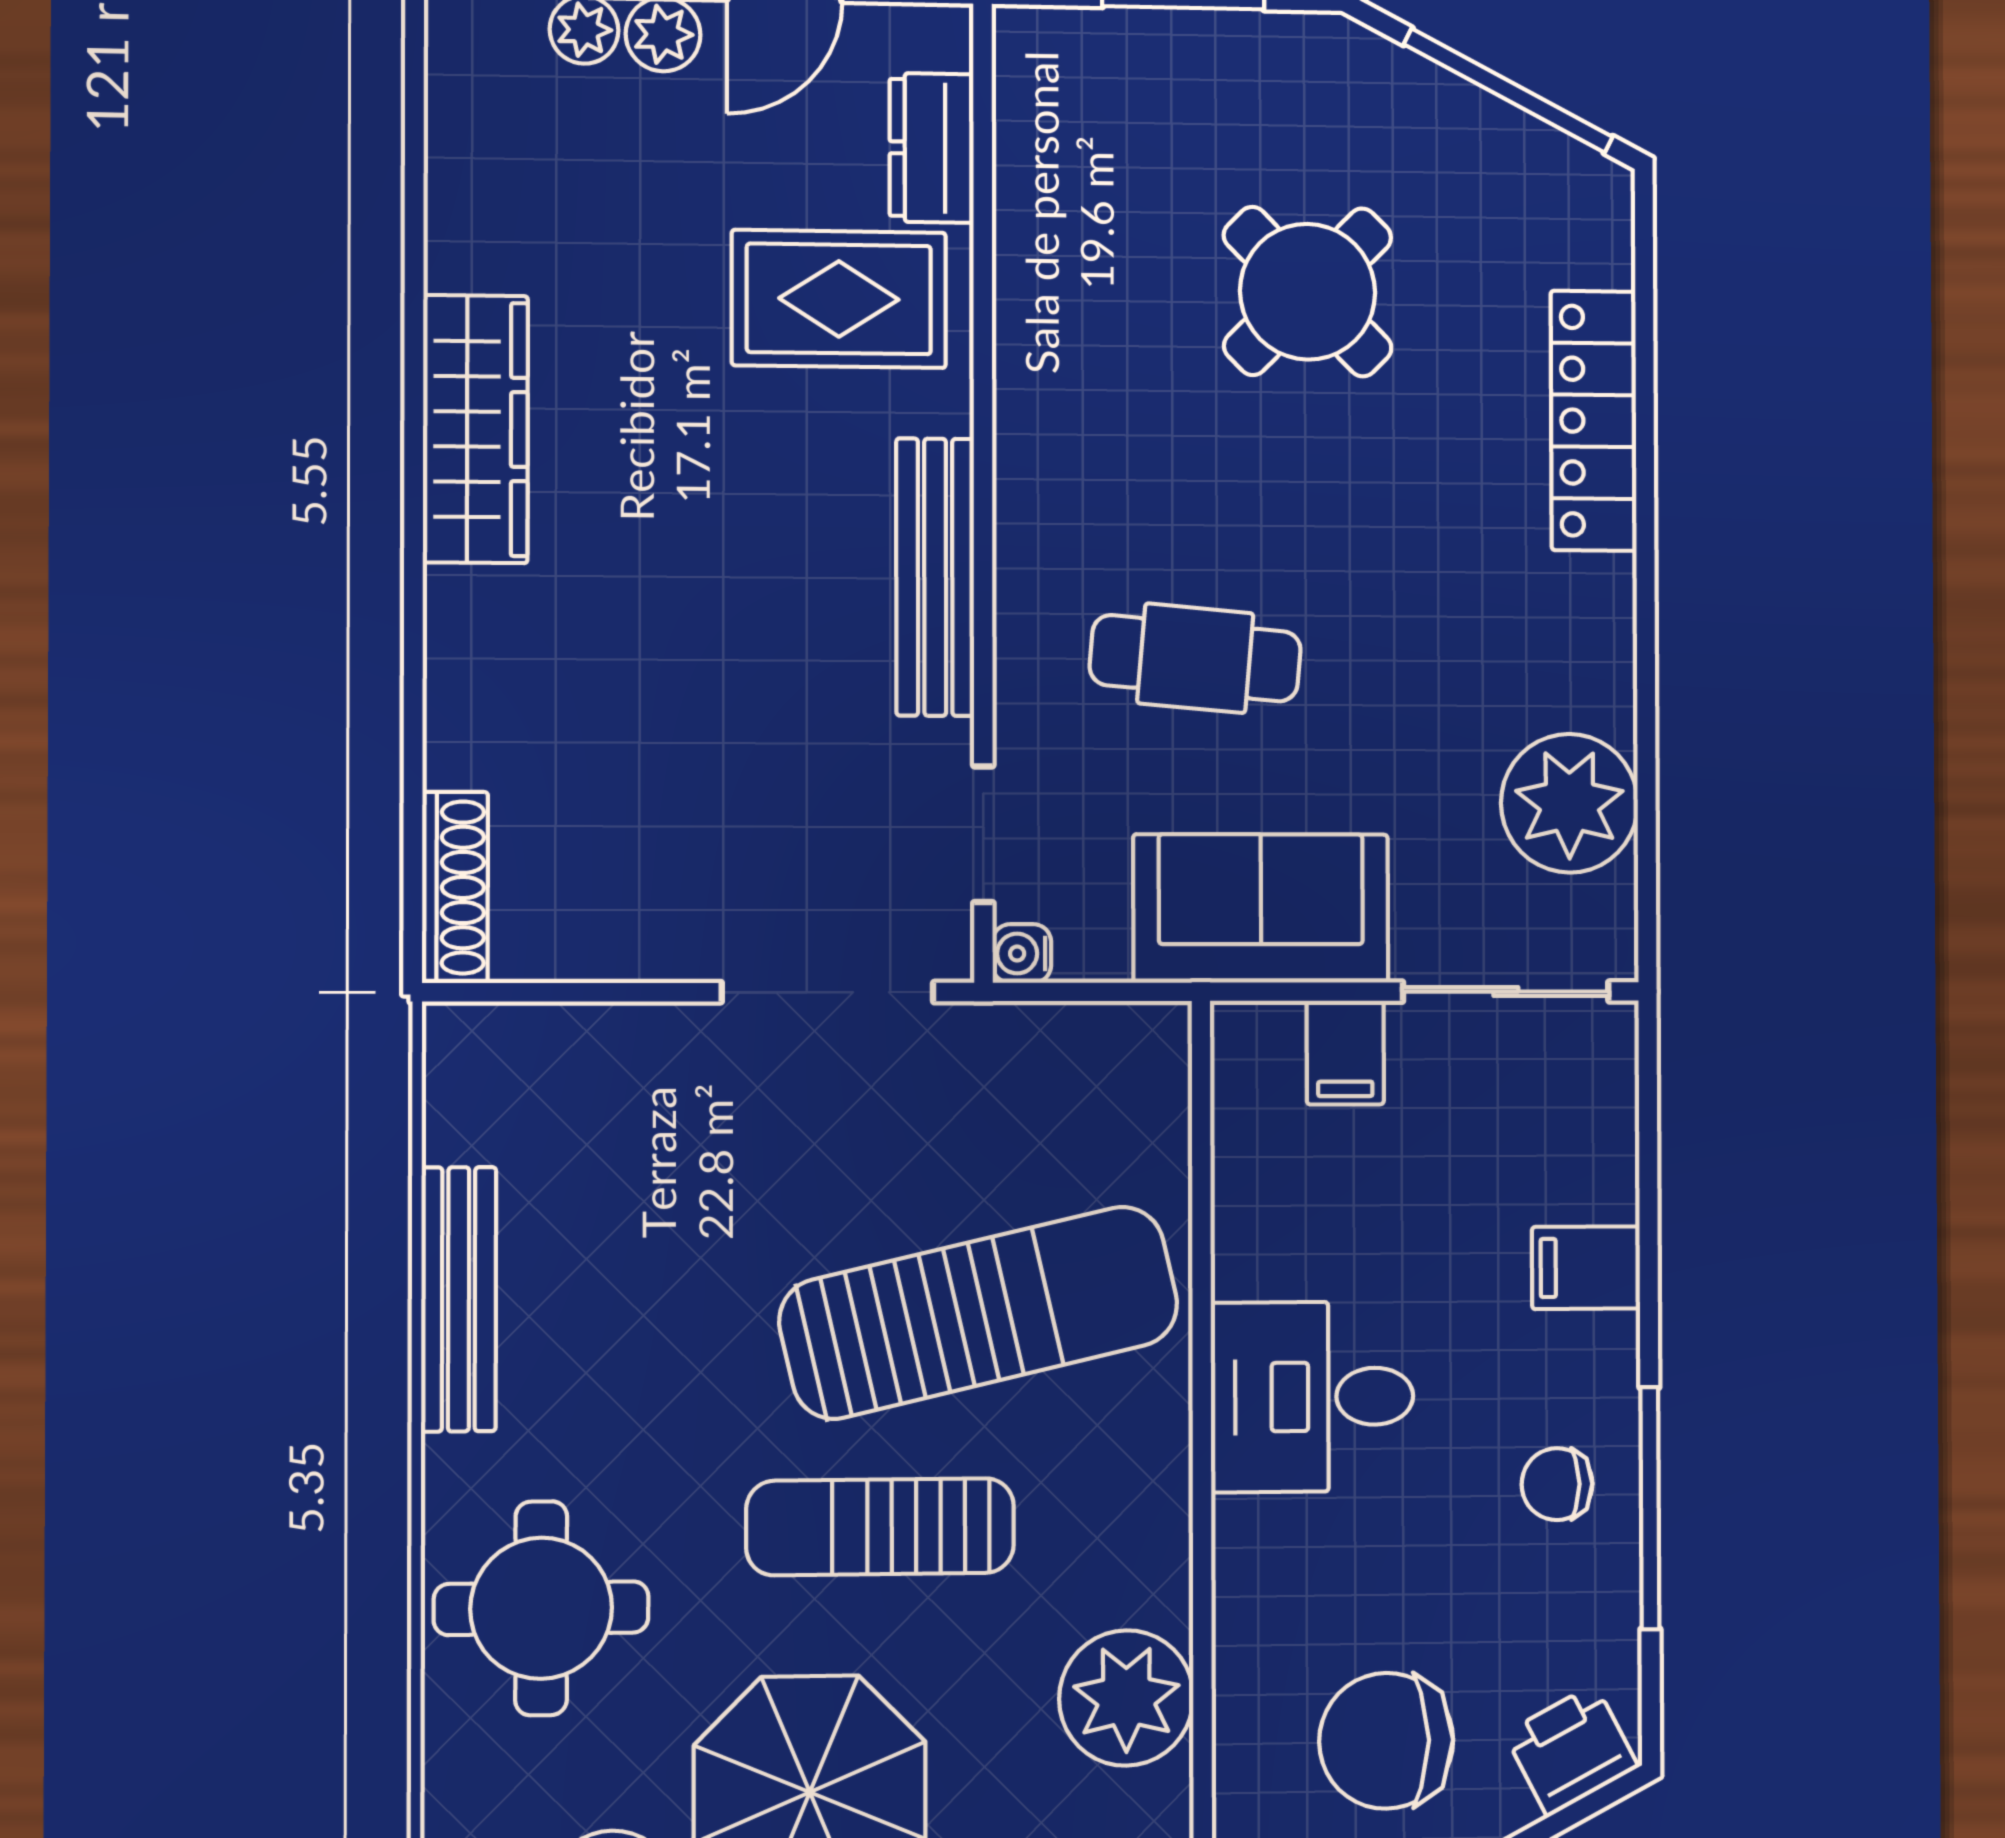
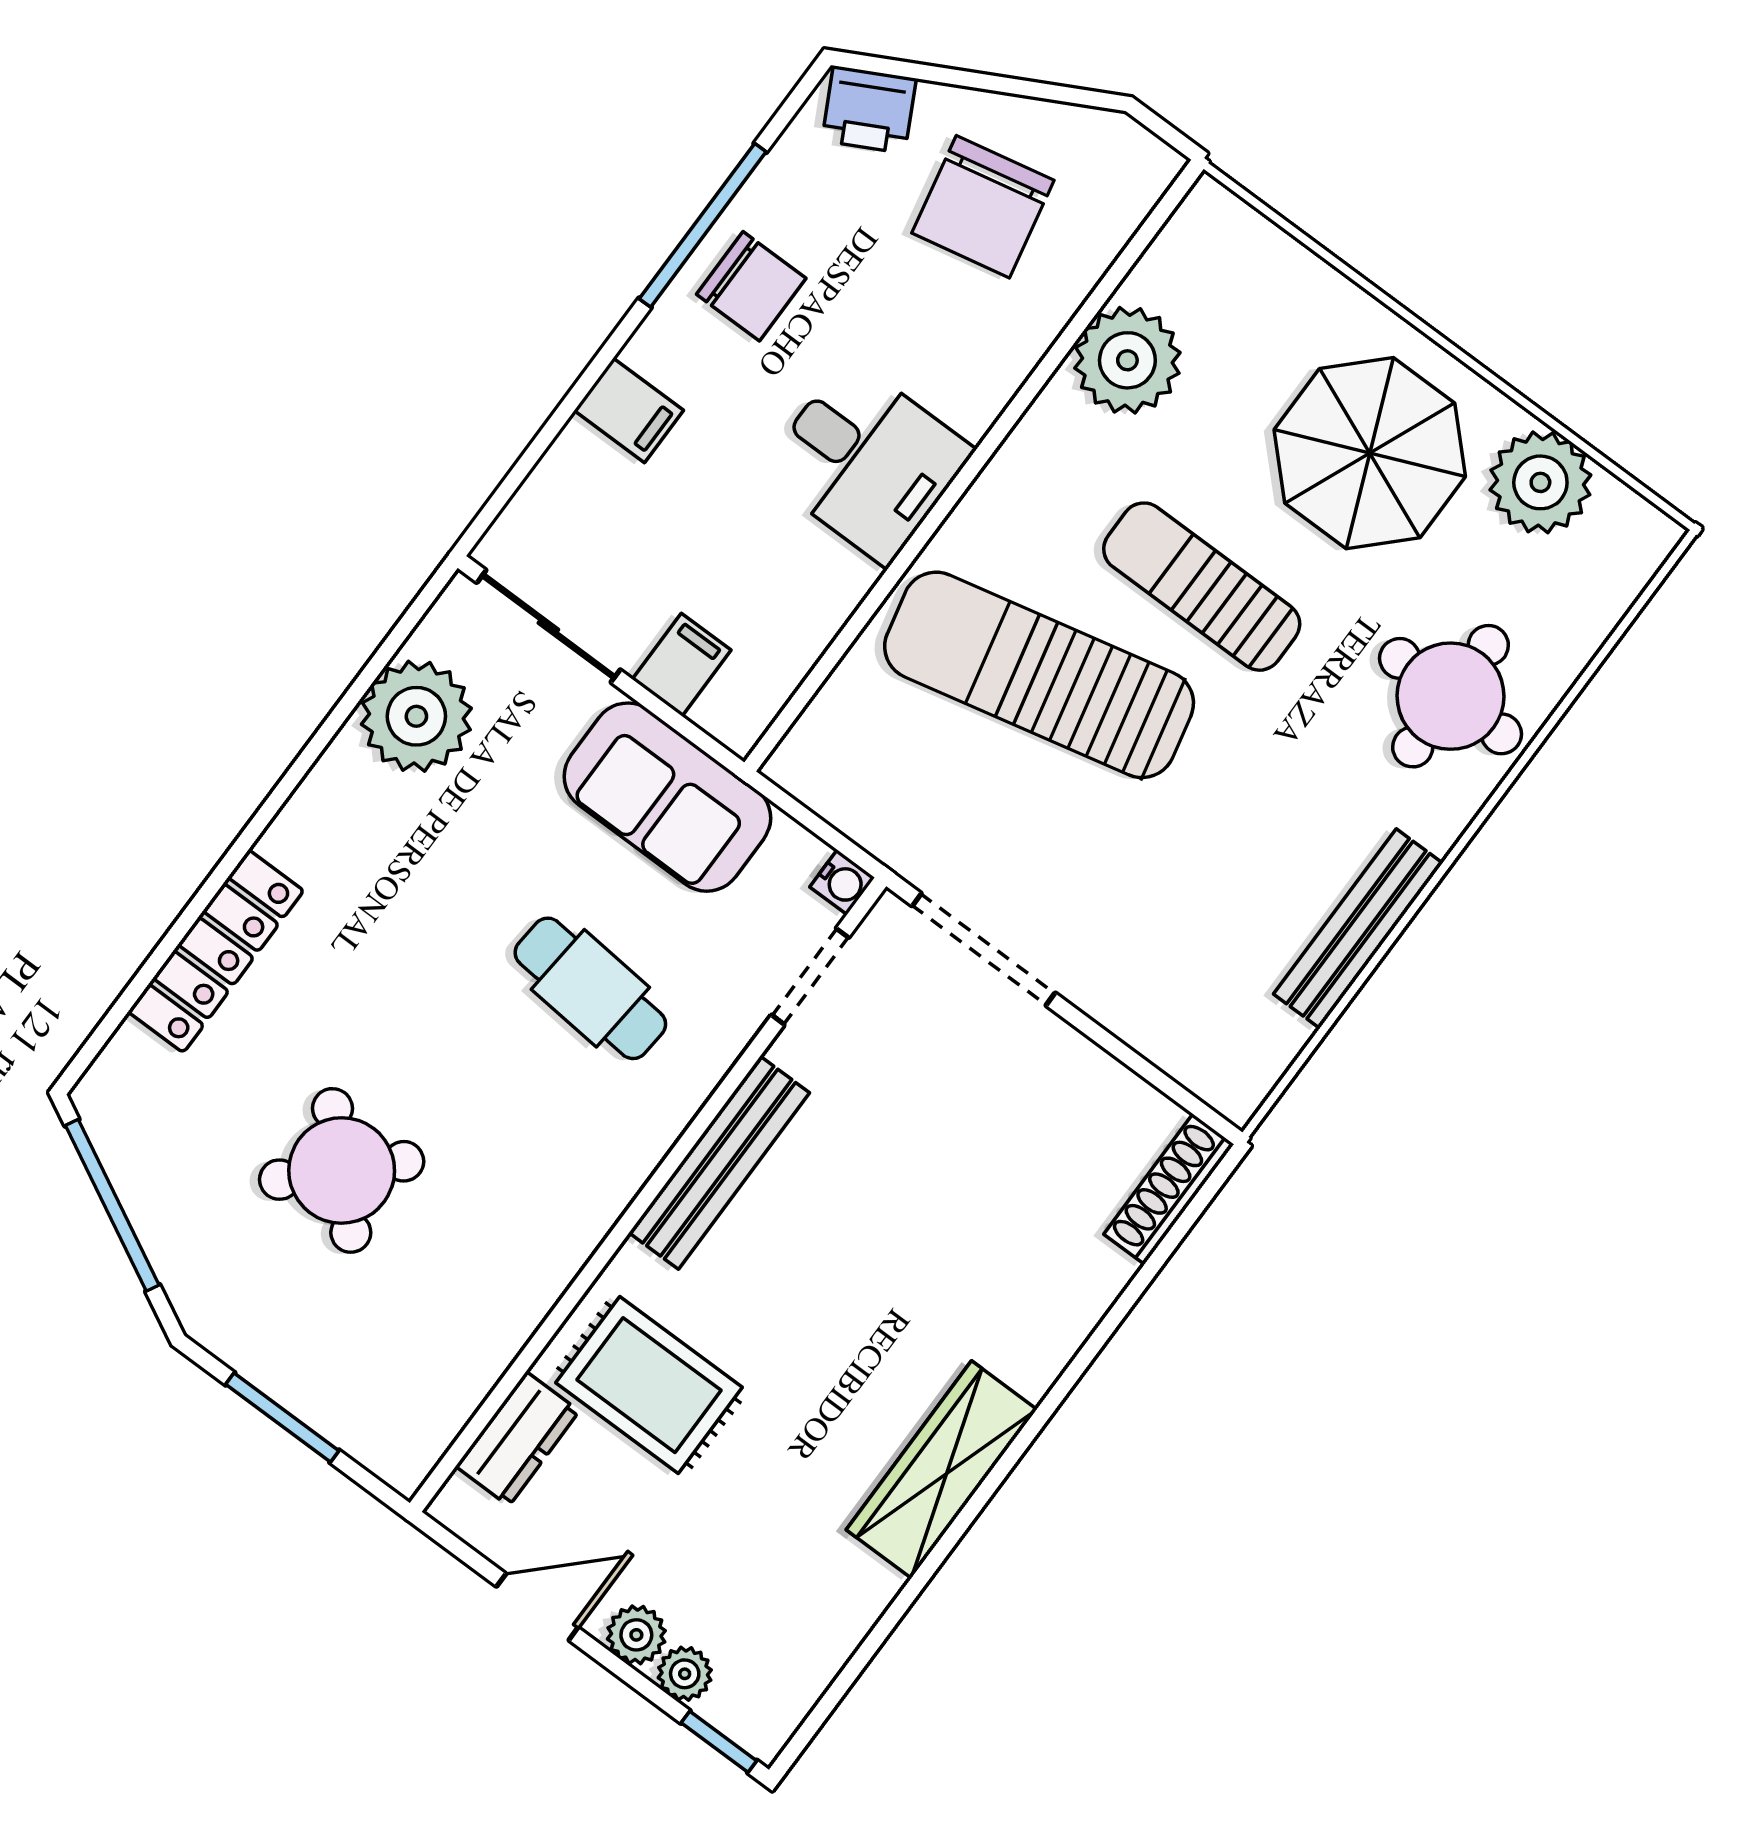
chair: (1557, 1484) -> (751, 286), width x1.37, depth x1.37
sun lounger: (880, 1527) -> (1202, 587), turned 180
chair: (1386, 1741) -> (983, 207), turned 78

